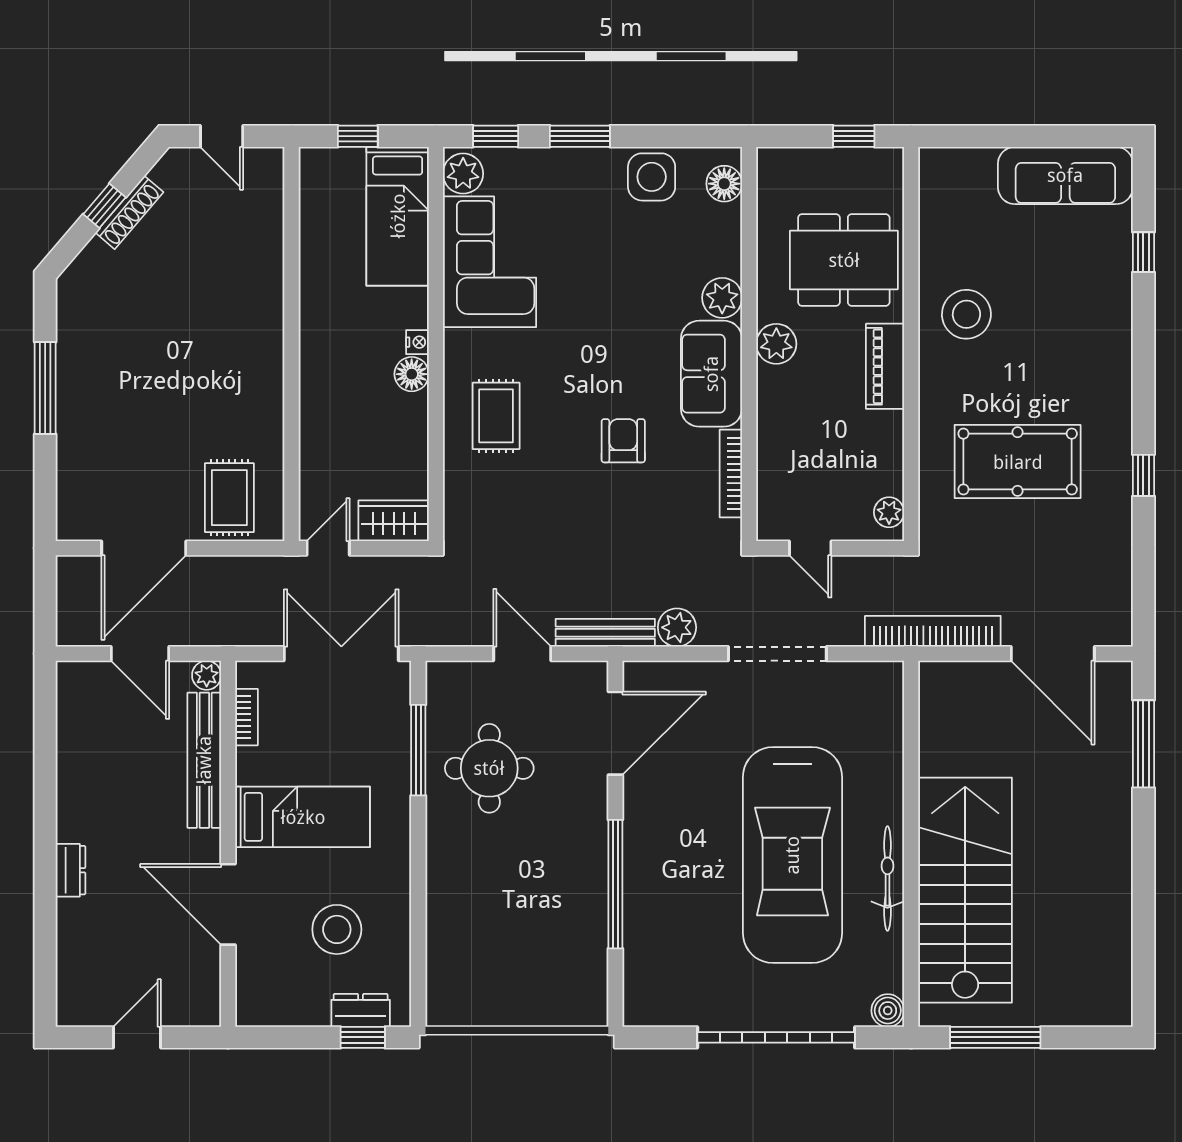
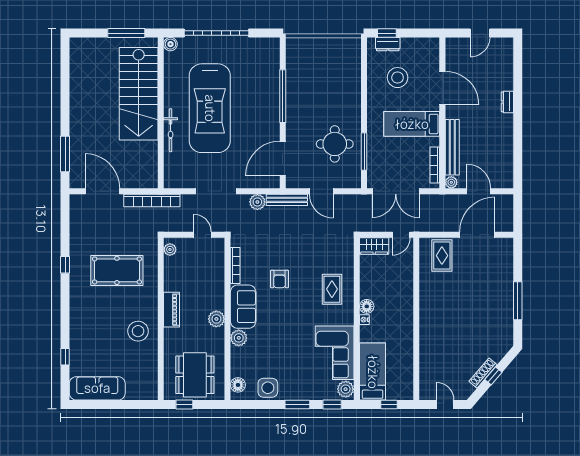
dining table: (844, 260) -> (195, 375), moved, turned 90
bookcase: (247, 717) -> (435, 165), width x1.56
car: (792, 855) -> (210, 108), turned 180
bicycle: (887, 878) -> (171, 130), moved

